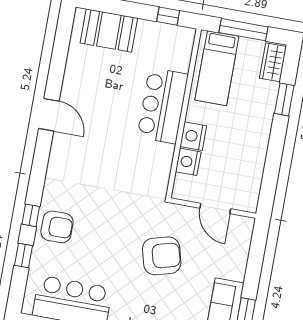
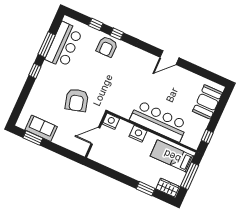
bar counter: (163, 106) -> (159, 121), width x1.36
nightstand: (188, 162) -> (111, 121), moved

